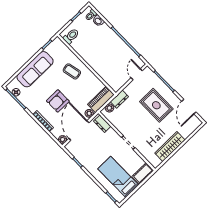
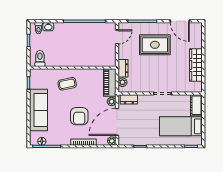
door: (137, 74) -> (117, 37), swing flipped
door: (79, 130) -> (117, 122), hinge flipped

